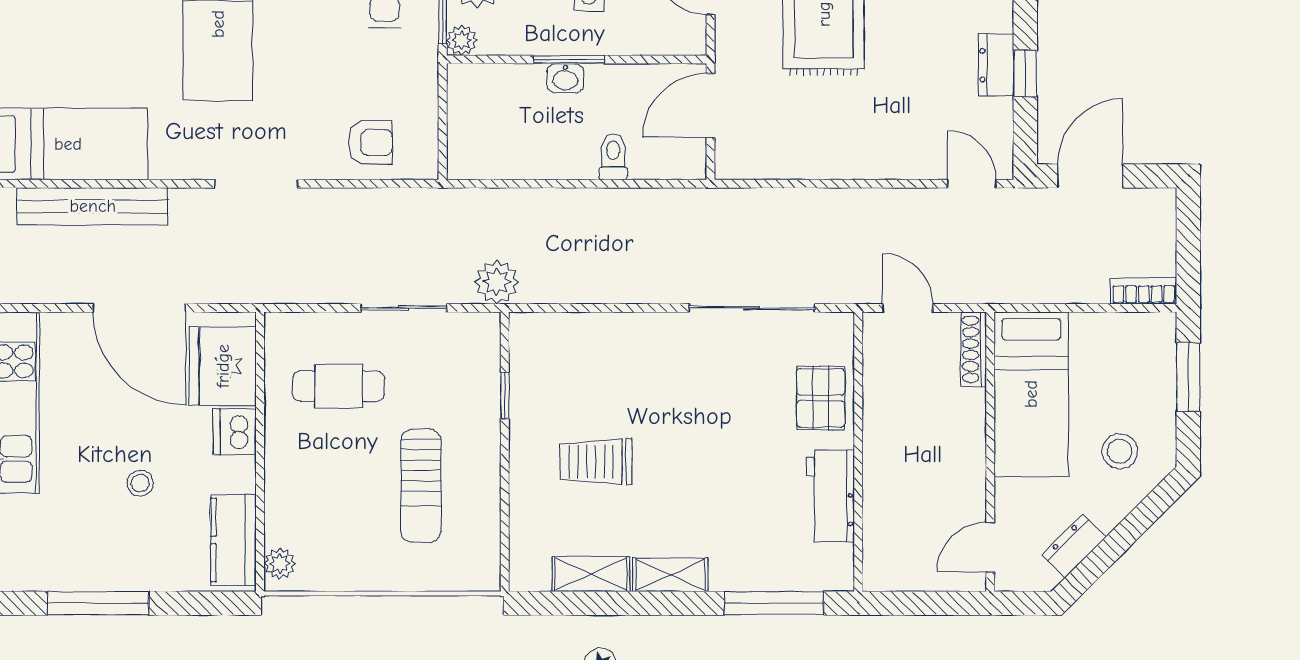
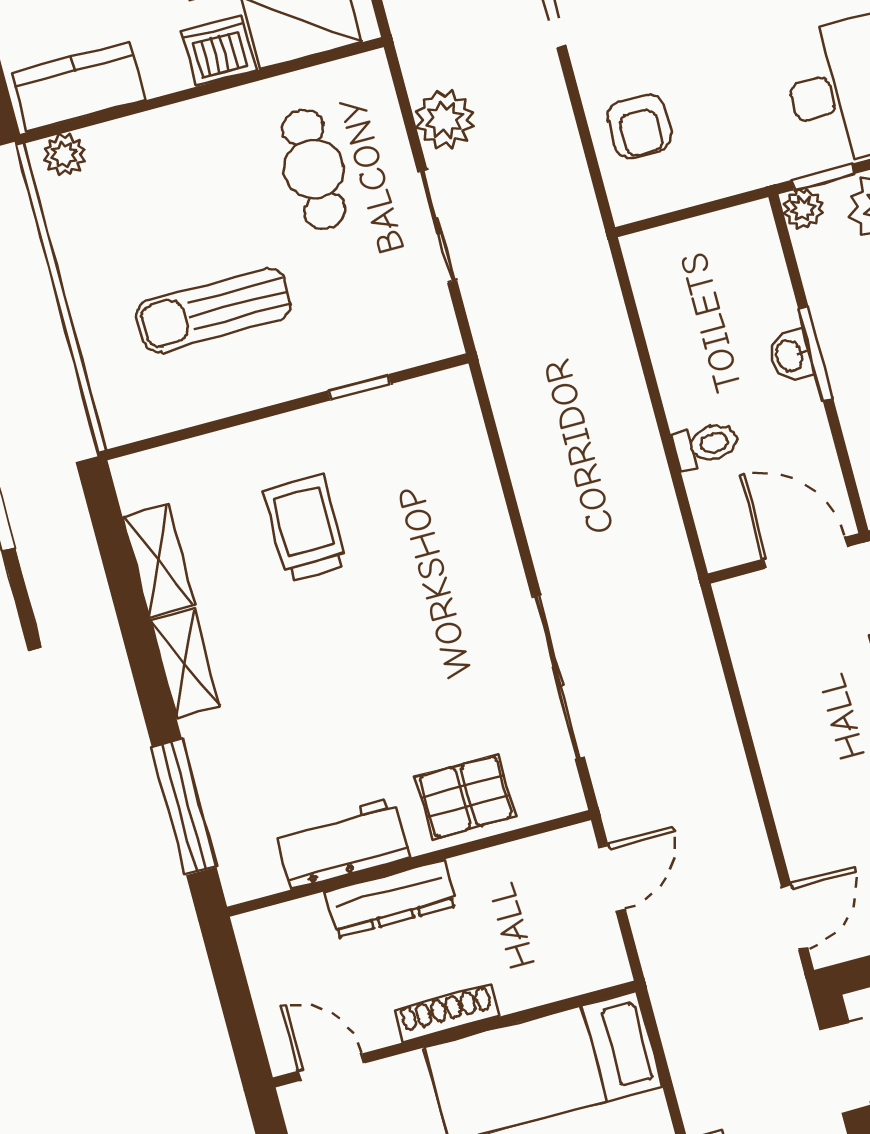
plant: (497, 282) -> (445, 120), moved
shoe rack: (974, 349) -> (447, 1013), moved
dresser: (880, 472) -> (391, 899), added

